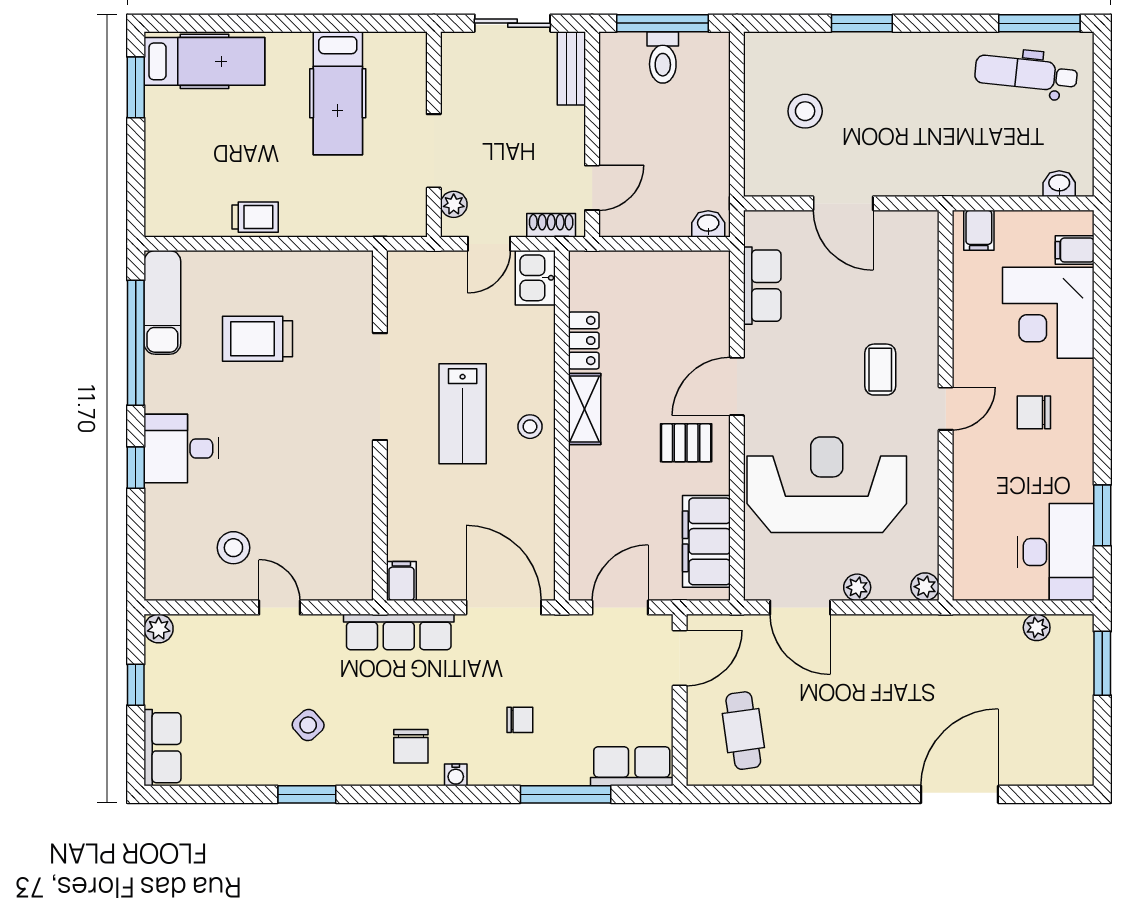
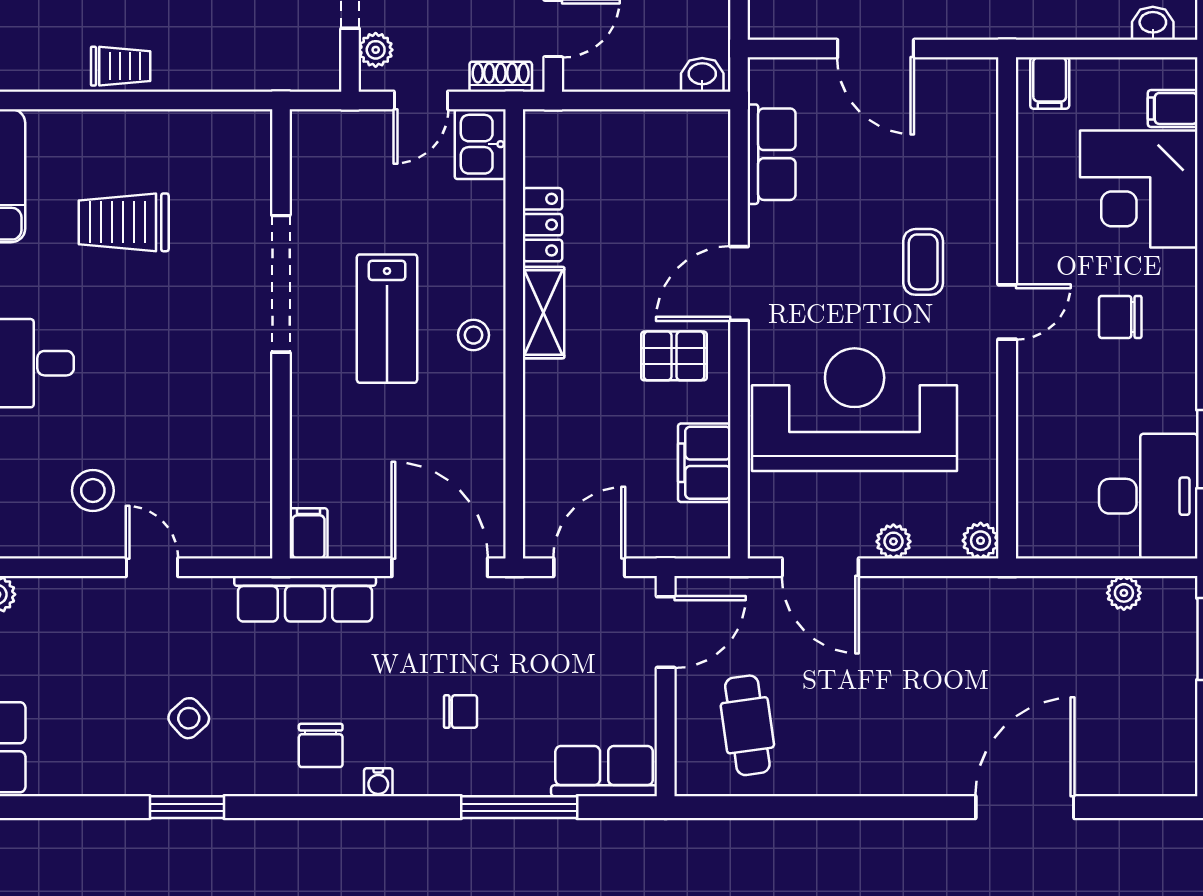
filing cabinet: (706, 541) -> (704, 463), width x0.67, depth x0.86

